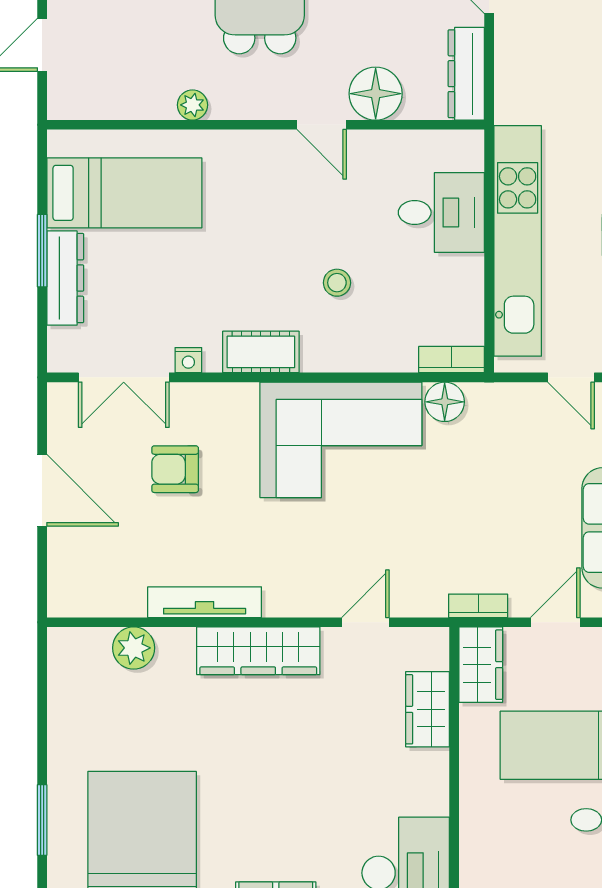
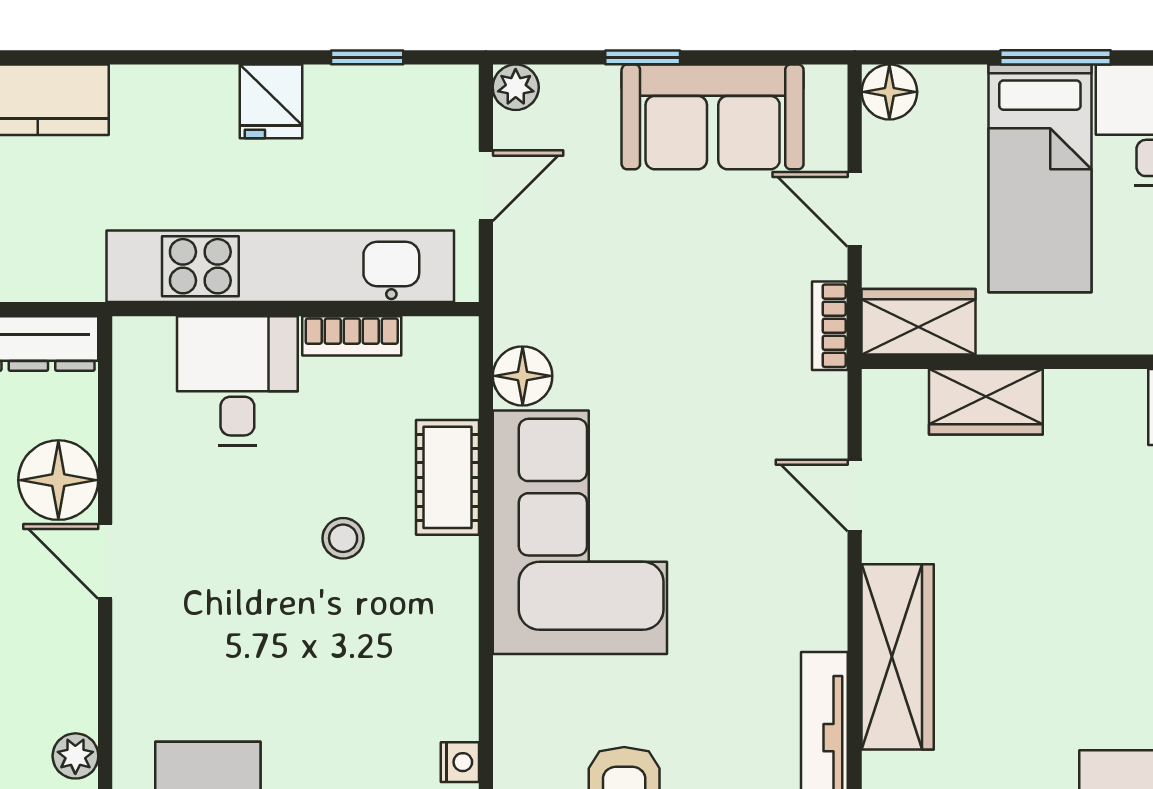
door: (322, 125) -> (105, 561), swing flipped
cot: (261, 352) -> (447, 477), moved
bookcase: (452, 360) -> (352, 336), moved, turned -90

